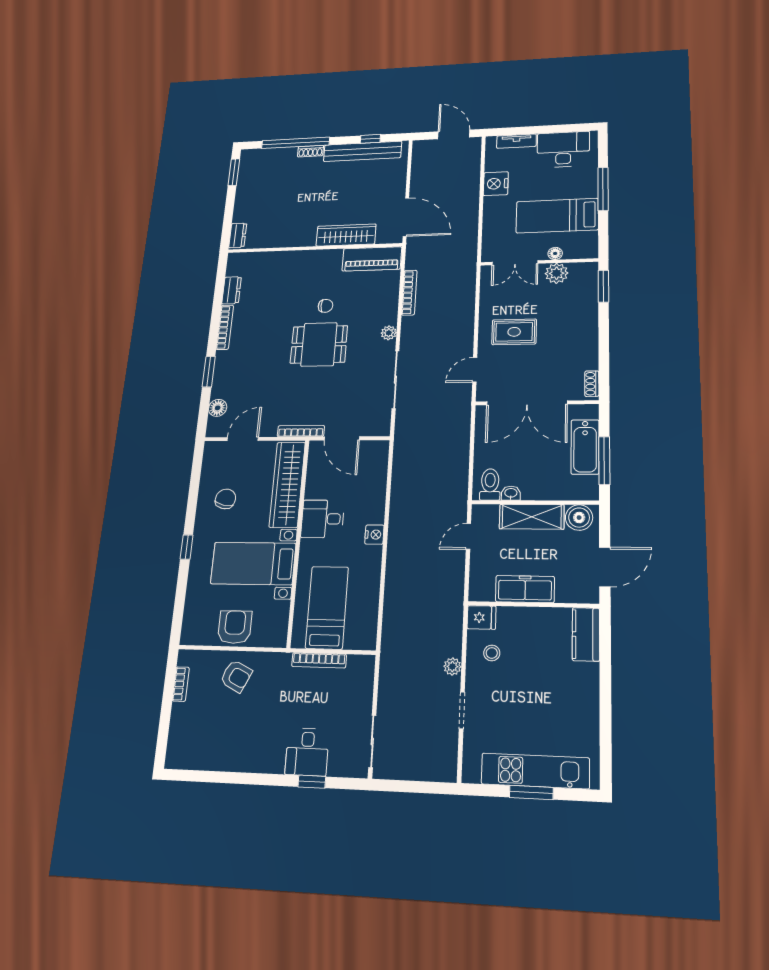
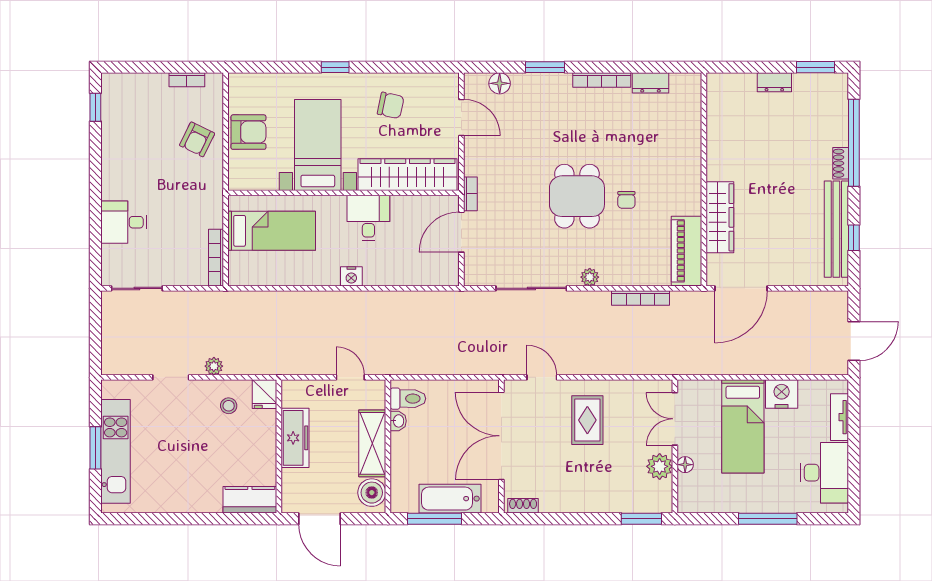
bed: (557, 216) -> (743, 426), moved, turned 180
dresser: (238, 235) -> (774, 82), moved
bookcase: (301, 431) -> (470, 194), width x0.64
bookcase: (319, 660) -> (216, 258), moved
window: (312, 782) -> (95, 107), moved

